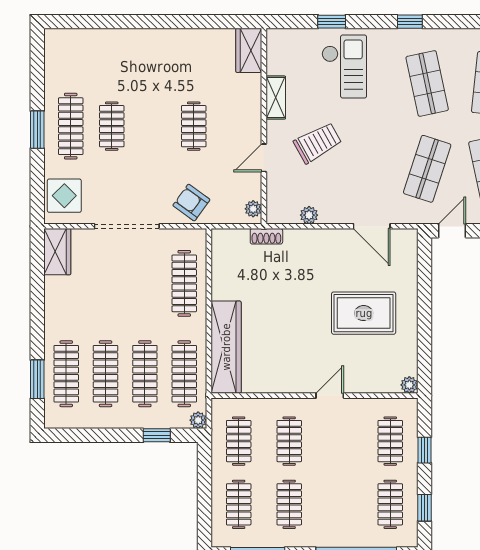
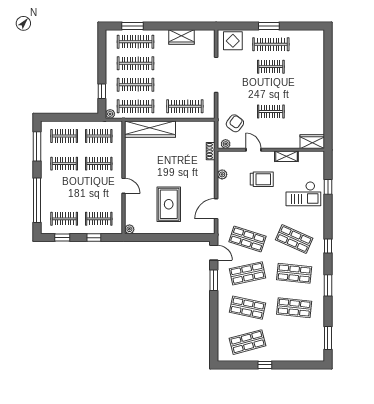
window: (410, 22) -> (328, 246), moved
shop shelf: (427, 83) -> (294, 239), turned 36
trolley: (318, 143) -> (262, 179), turned -61
armchair: (191, 203) -> (235, 123), moved
wardrobe: (57, 252) -> (182, 37), moved

